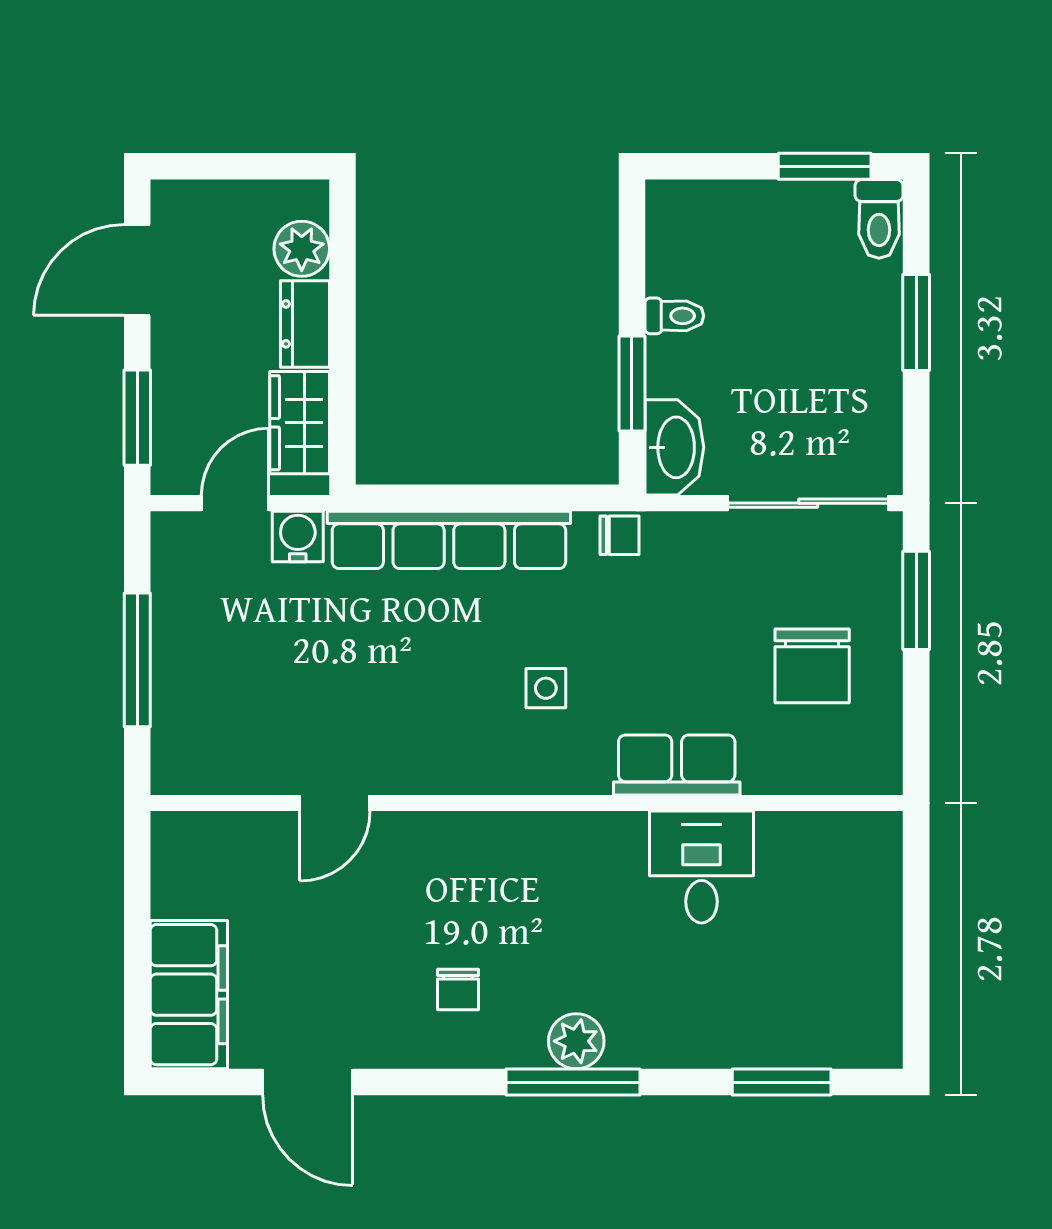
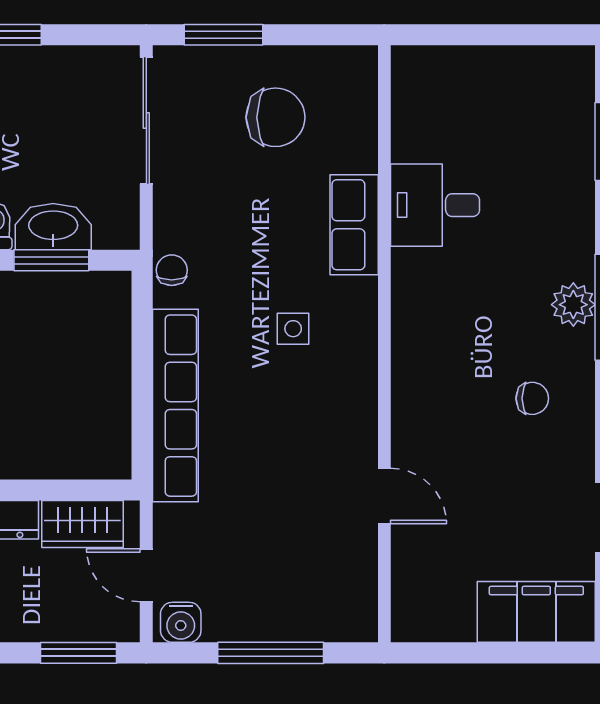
washbasin: (674, 447) -> (53, 227), moved
water cooler: (298, 536) -> (181, 622), moved, turned -90

